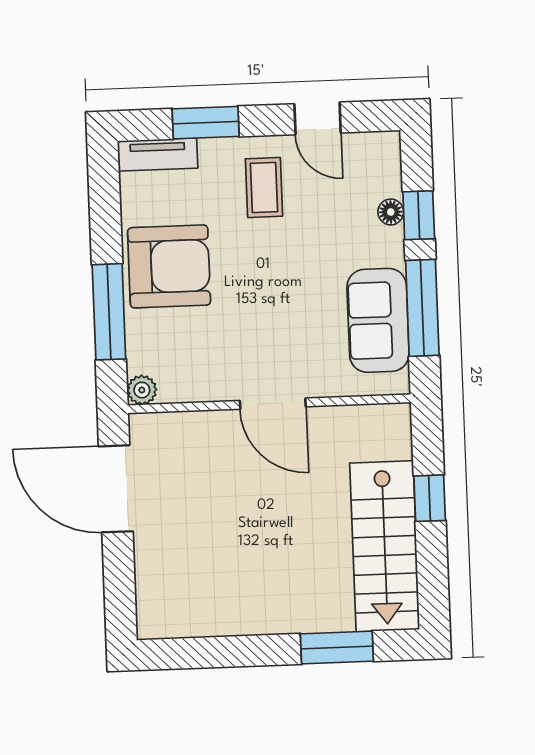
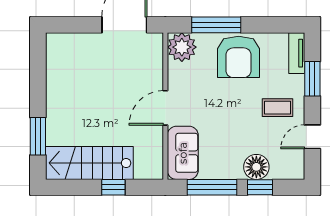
floor lamp: (391, 212) -> (256, 167), width x1.89, depth x1.89
sofa: (378, 320) -> (183, 153), moved, turned 90
plant: (142, 390) -> (182, 47), width x1.87, depth x1.87

